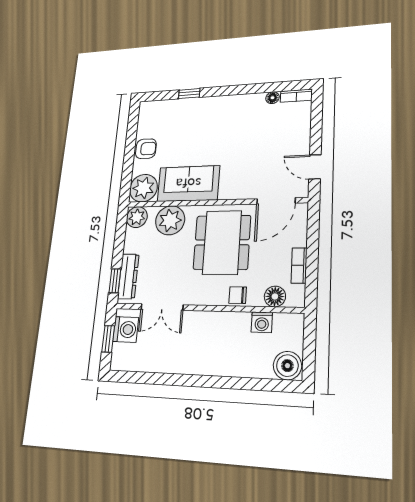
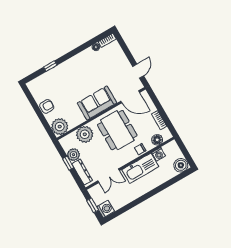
door: (315, 167) -> (138, 71), swing flipped
sofa: (188, 184) -> (97, 103), moved
door: (276, 201) -> (130, 97), hinge flipped
plant: (137, 217) -> (73, 155), moved
window: (115, 281) -> (68, 163), moved
kitchen sink: (218, 327) -> (140, 168), added
washing machine: (126, 329) -> (106, 209), moved

